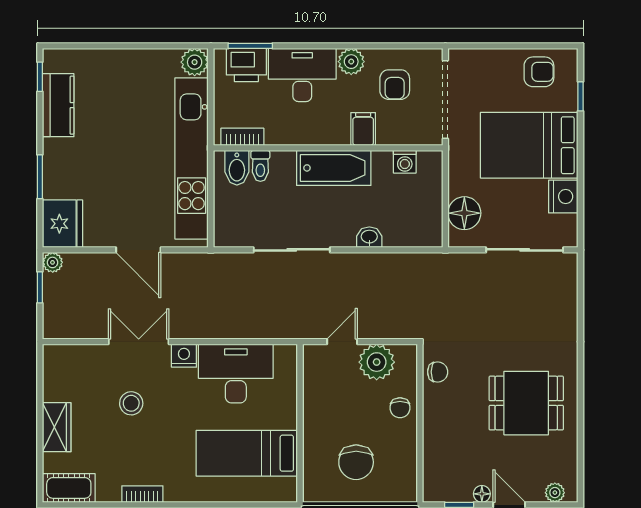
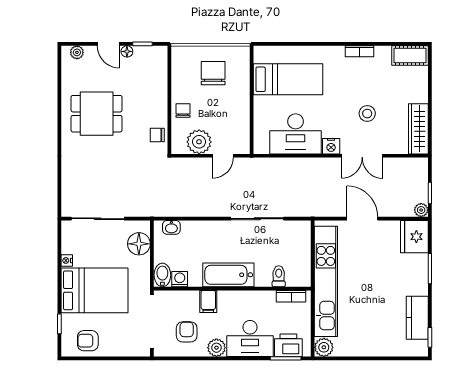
bidet: (237, 168) -> (162, 275), moved
nightstand: (563, 197) -> (67, 260), width x0.53, depth x0.56
washbasin: (369, 237) -> (171, 227), moved
wardrobe: (57, 427) -> (418, 129), moved, width x1.50

